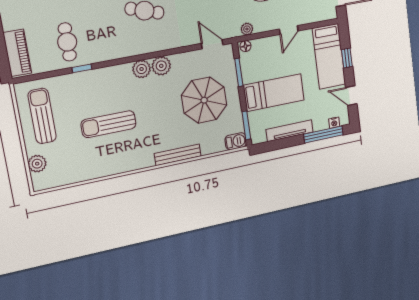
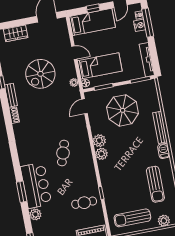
bed: (274, 93) -> (100, 66), moved, turned 90
nightstand: (320, 123) -> (140, 25), added
sun lounger: (109, 124) -> (155, 184), moved
tv unit: (290, 131) -> (147, 60), moved
barbecue: (236, 141) -> (164, 151), moved

